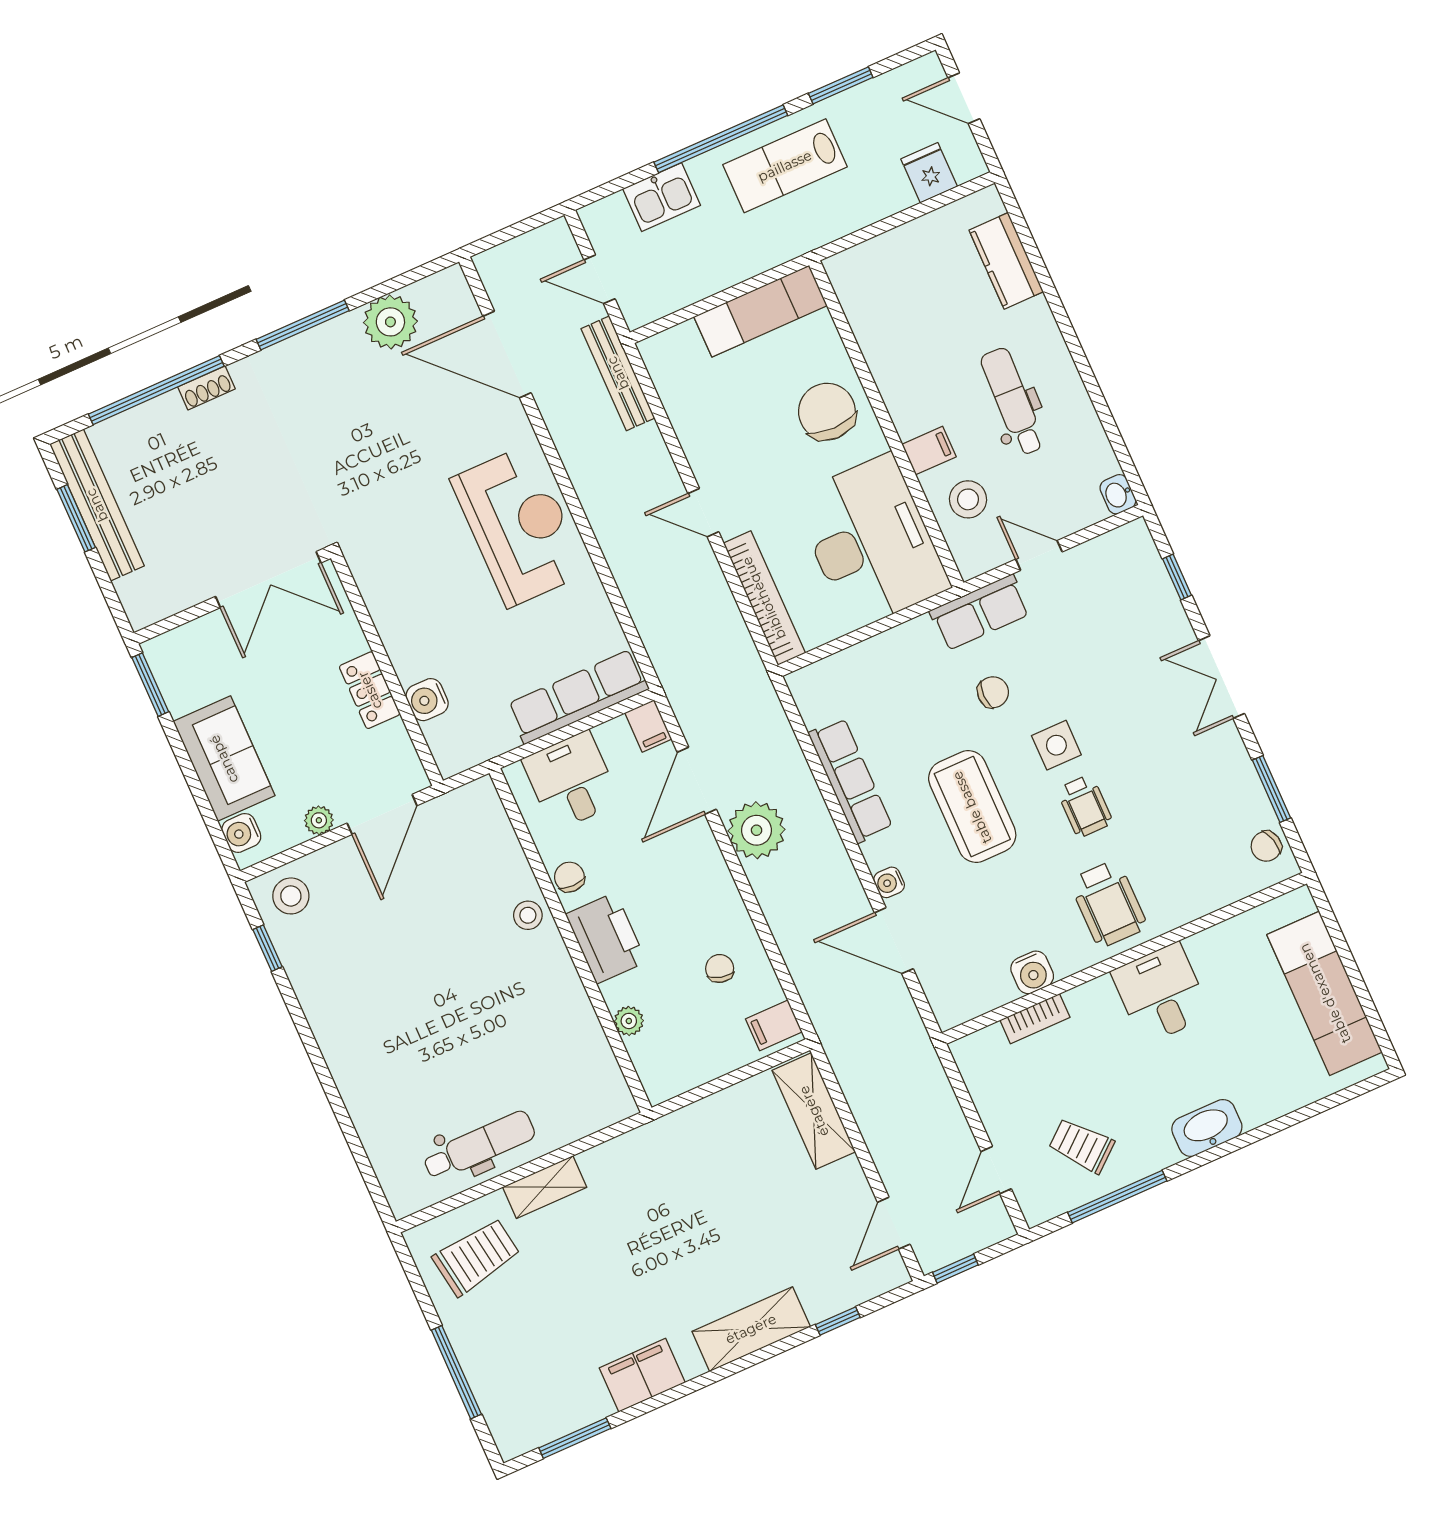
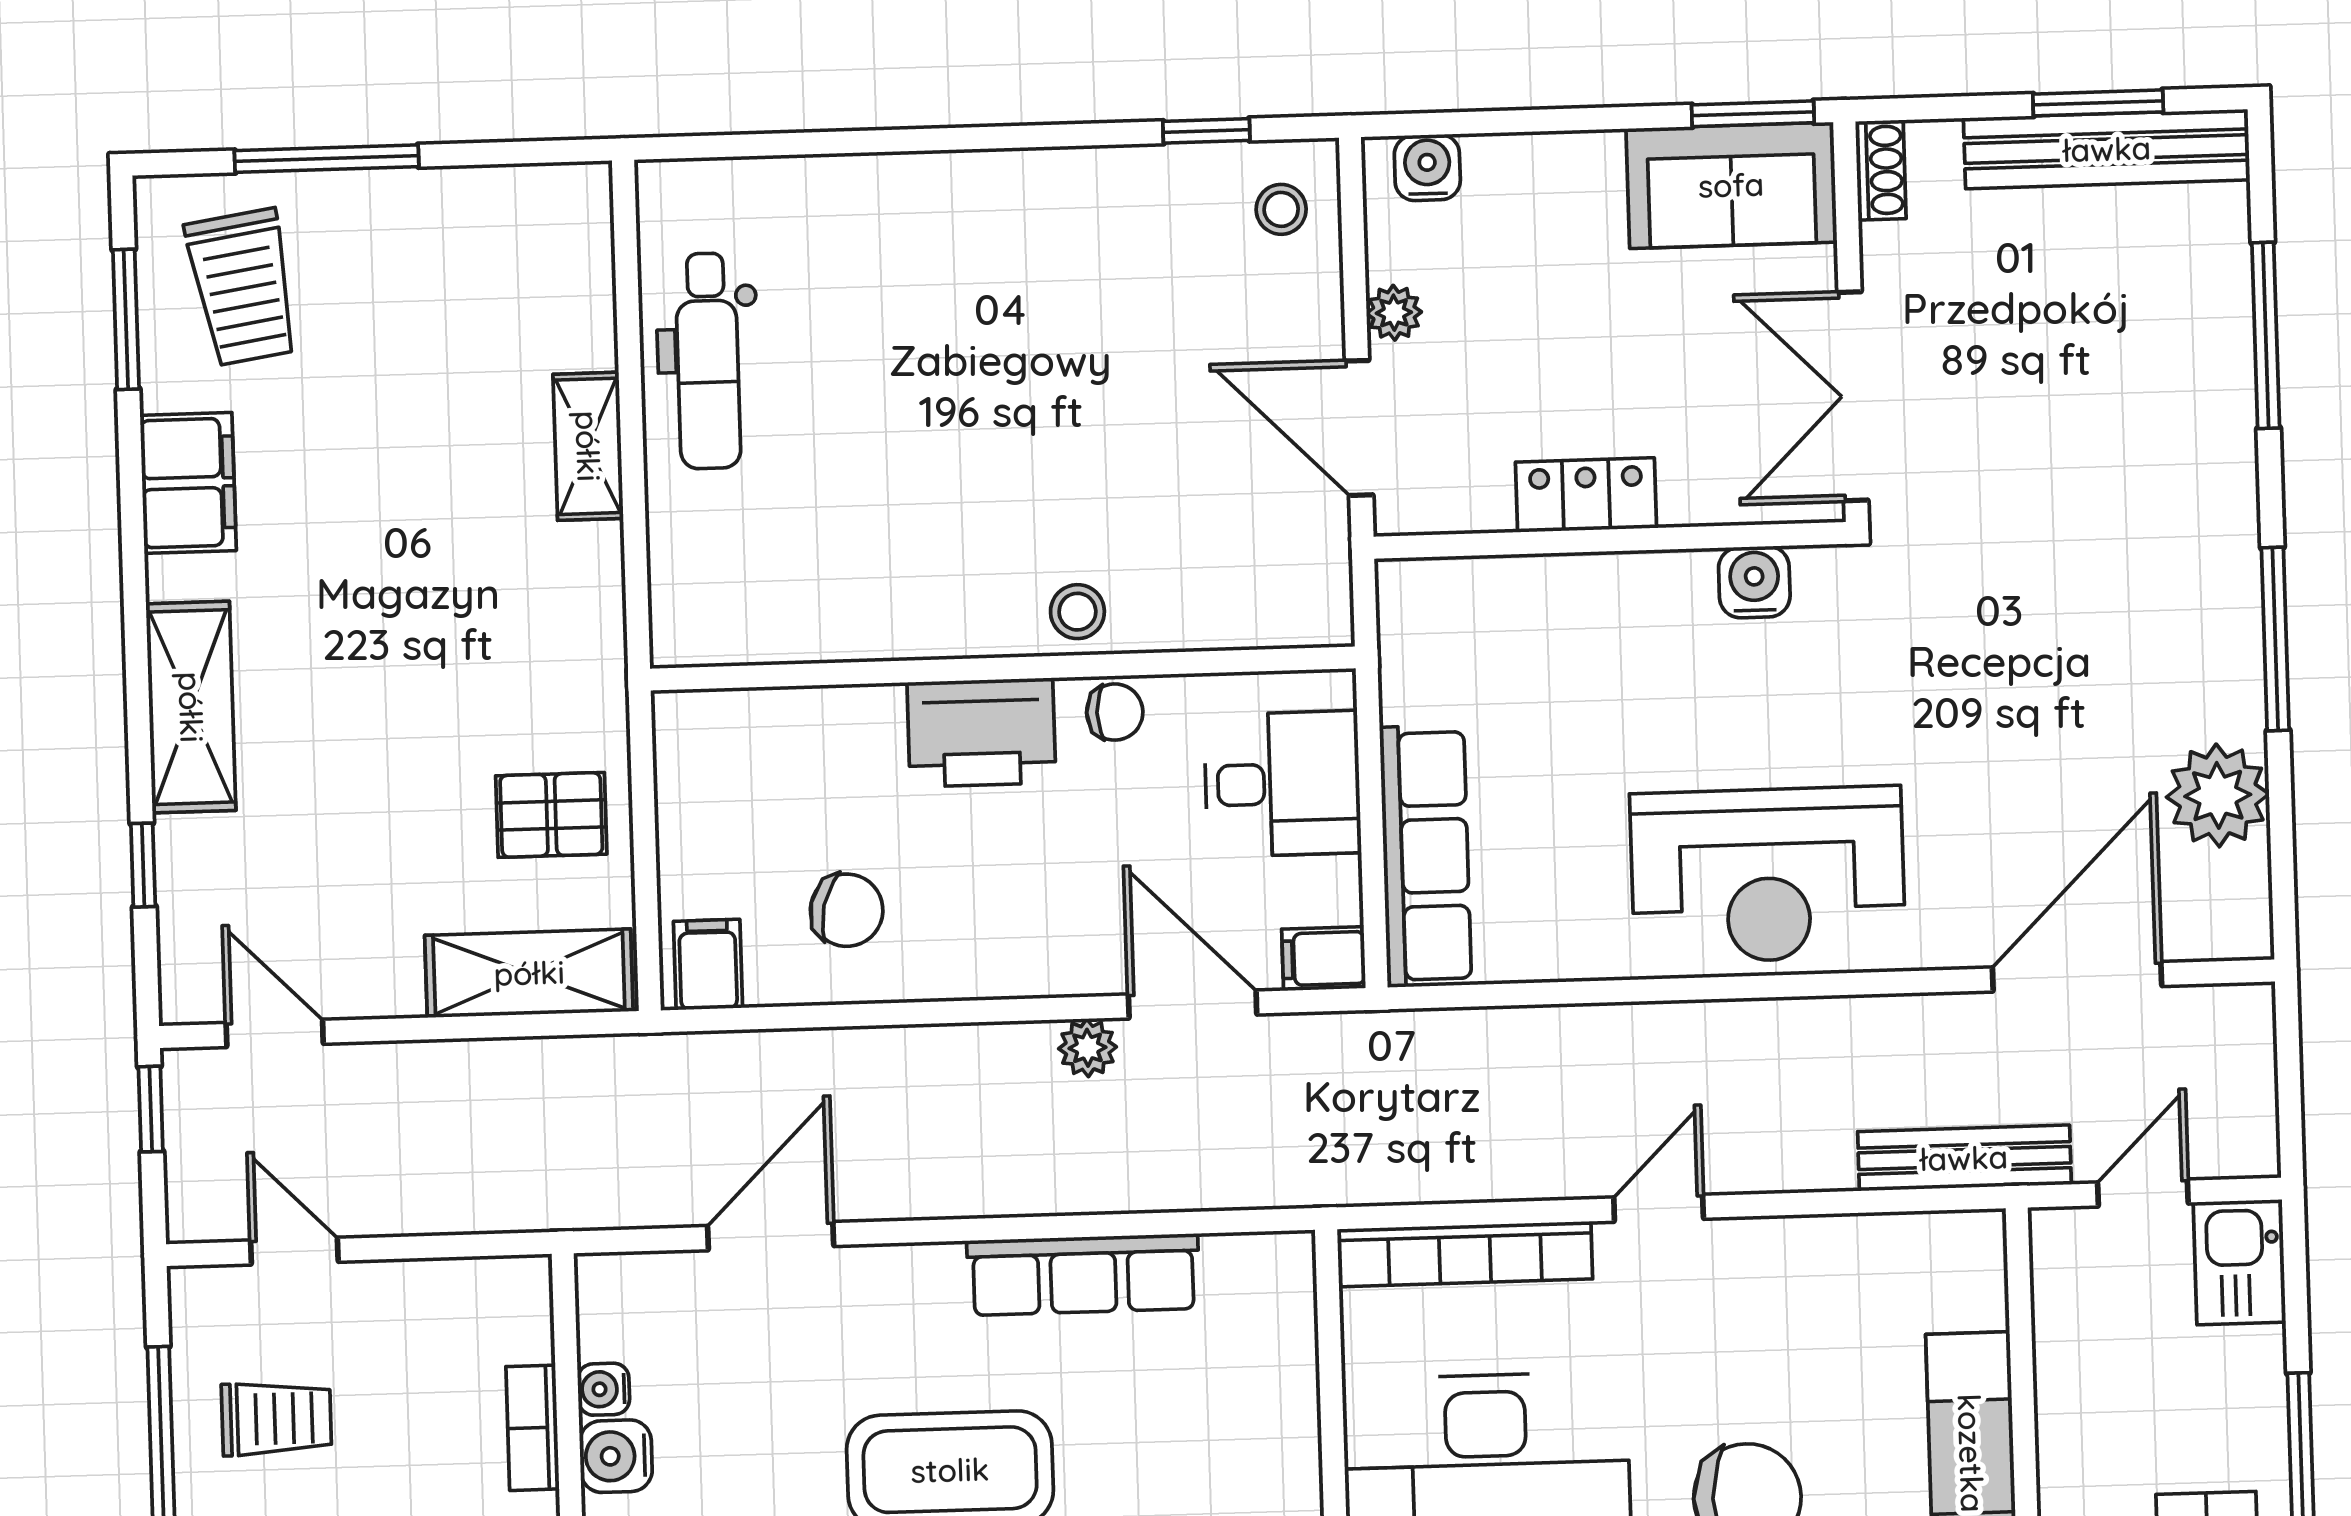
kitchen sink: (662, 197) -> (2239, 1262), moved
shoe rack: (206, 388) -> (1881, 170), moved, turned 180
window: (156, 390) -> (2266, 335), width x0.68
water cooler: (427, 700) -> (1754, 582), moved
sofa: (224, 759) -> (1731, 185), moved
plant: (757, 830) -> (1088, 1048), width x0.53, depth x0.53
water cooler: (889, 882) -> (604, 1389), moved, turned -90
stool: (291, 896) -> (1281, 209), width x0.73, depth x0.73
chair: (720, 968) -> (847, 910), width x1.37, depth x1.37
plant: (629, 1021) -> (820, 713), removed
pallet: (732, 1132) -> (551, 815), added
trolley: (1082, 1146) -> (276, 1419), turned 40
trolley: (476, 1257) -> (243, 287), moved

